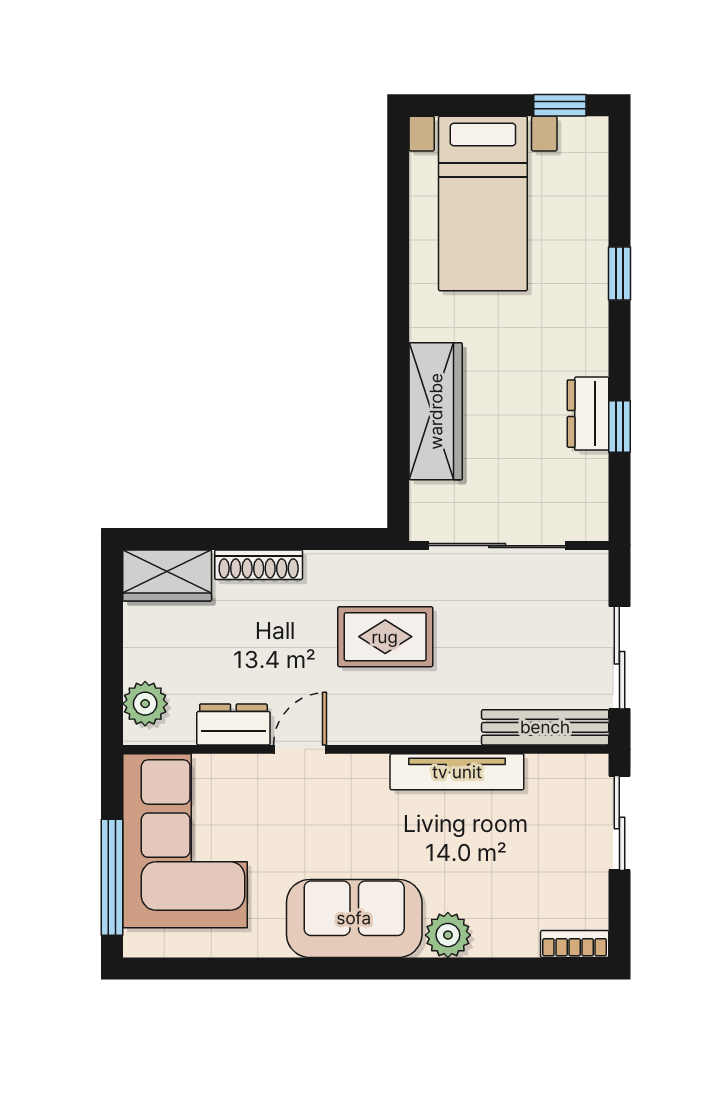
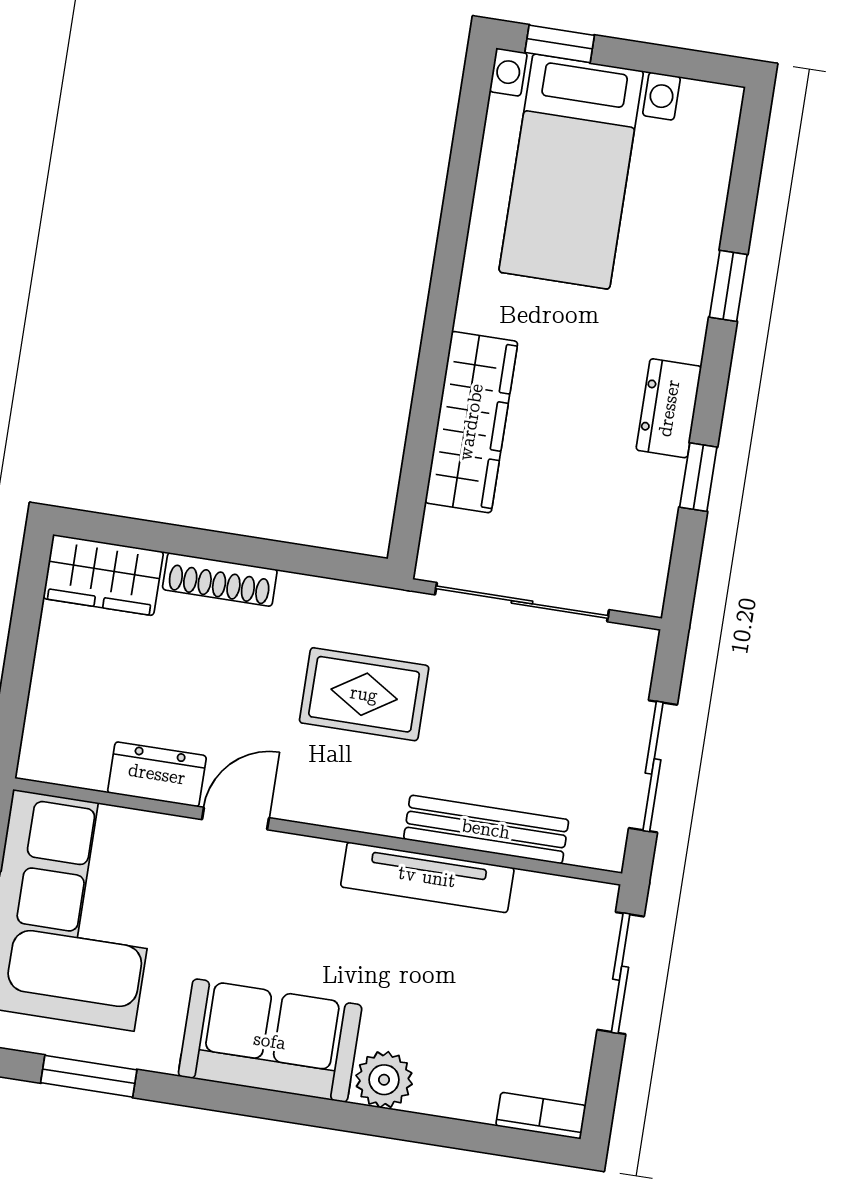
window: (560, 105) -> (560, 44), moved
dresser: (588, 414) -> (669, 408), moved
plant: (145, 704) -> (51, 731), removed
bench: (545, 727) -> (486, 829), moved
window: (217, 968) -> (89, 1076), added

